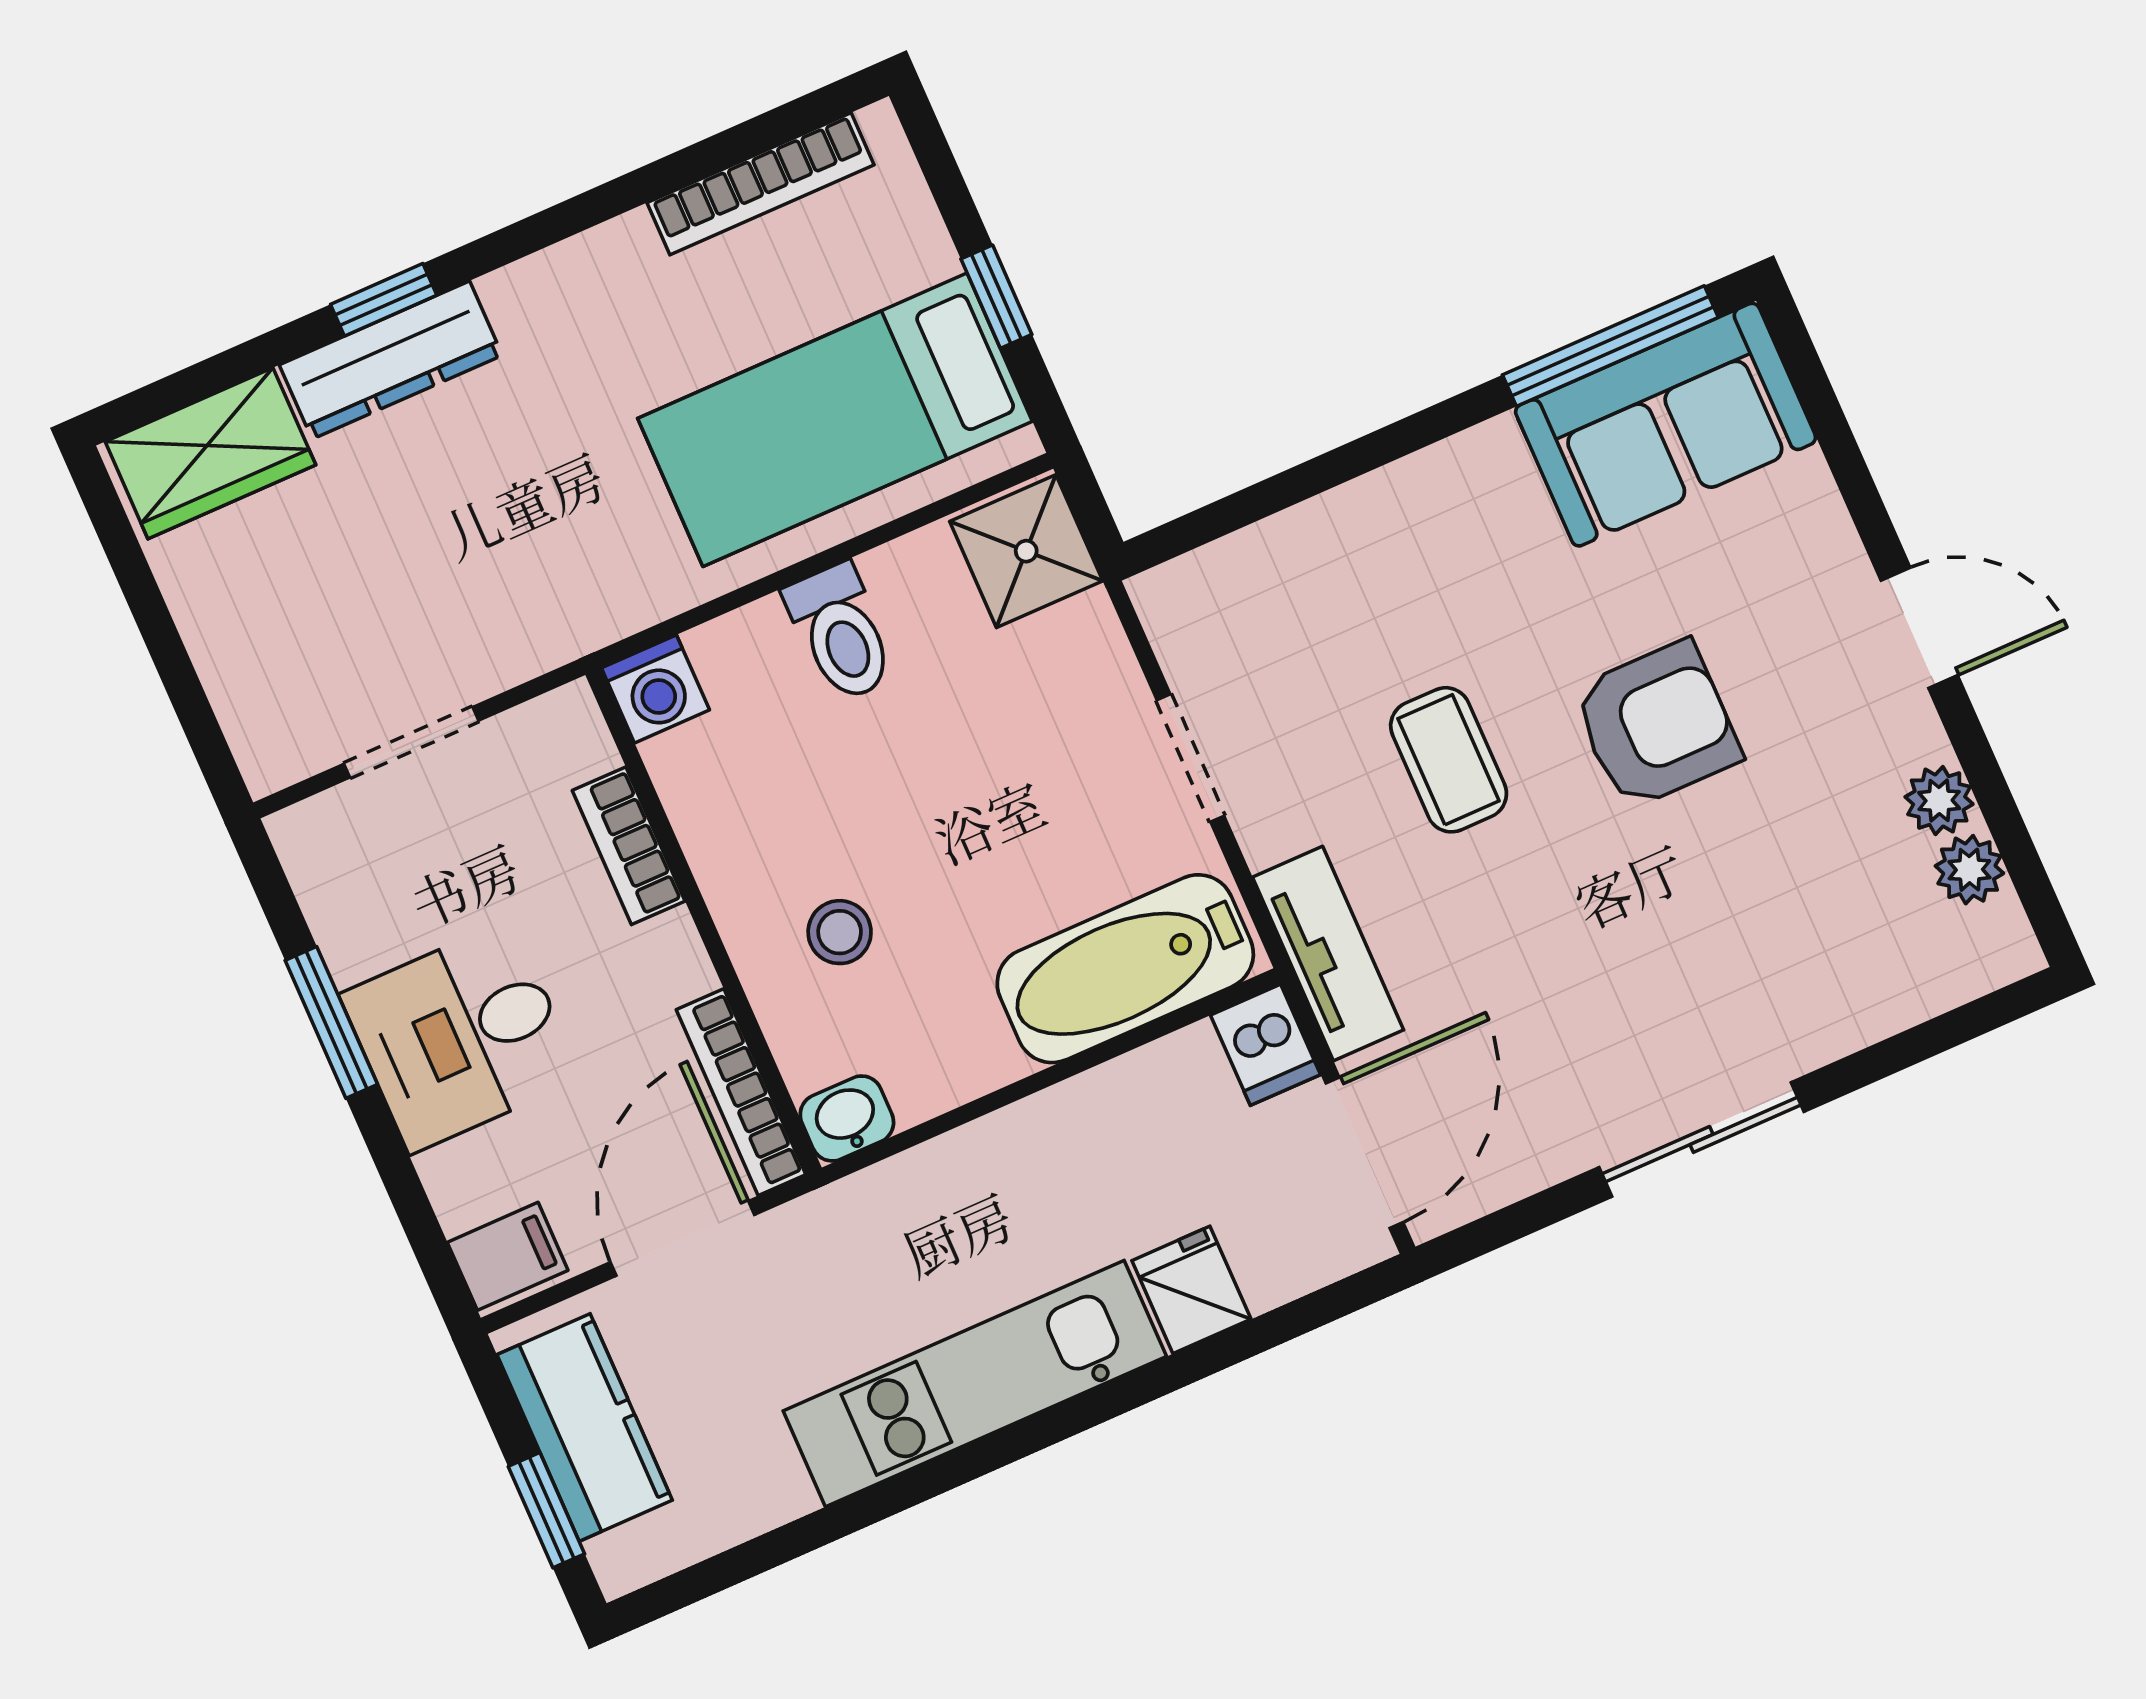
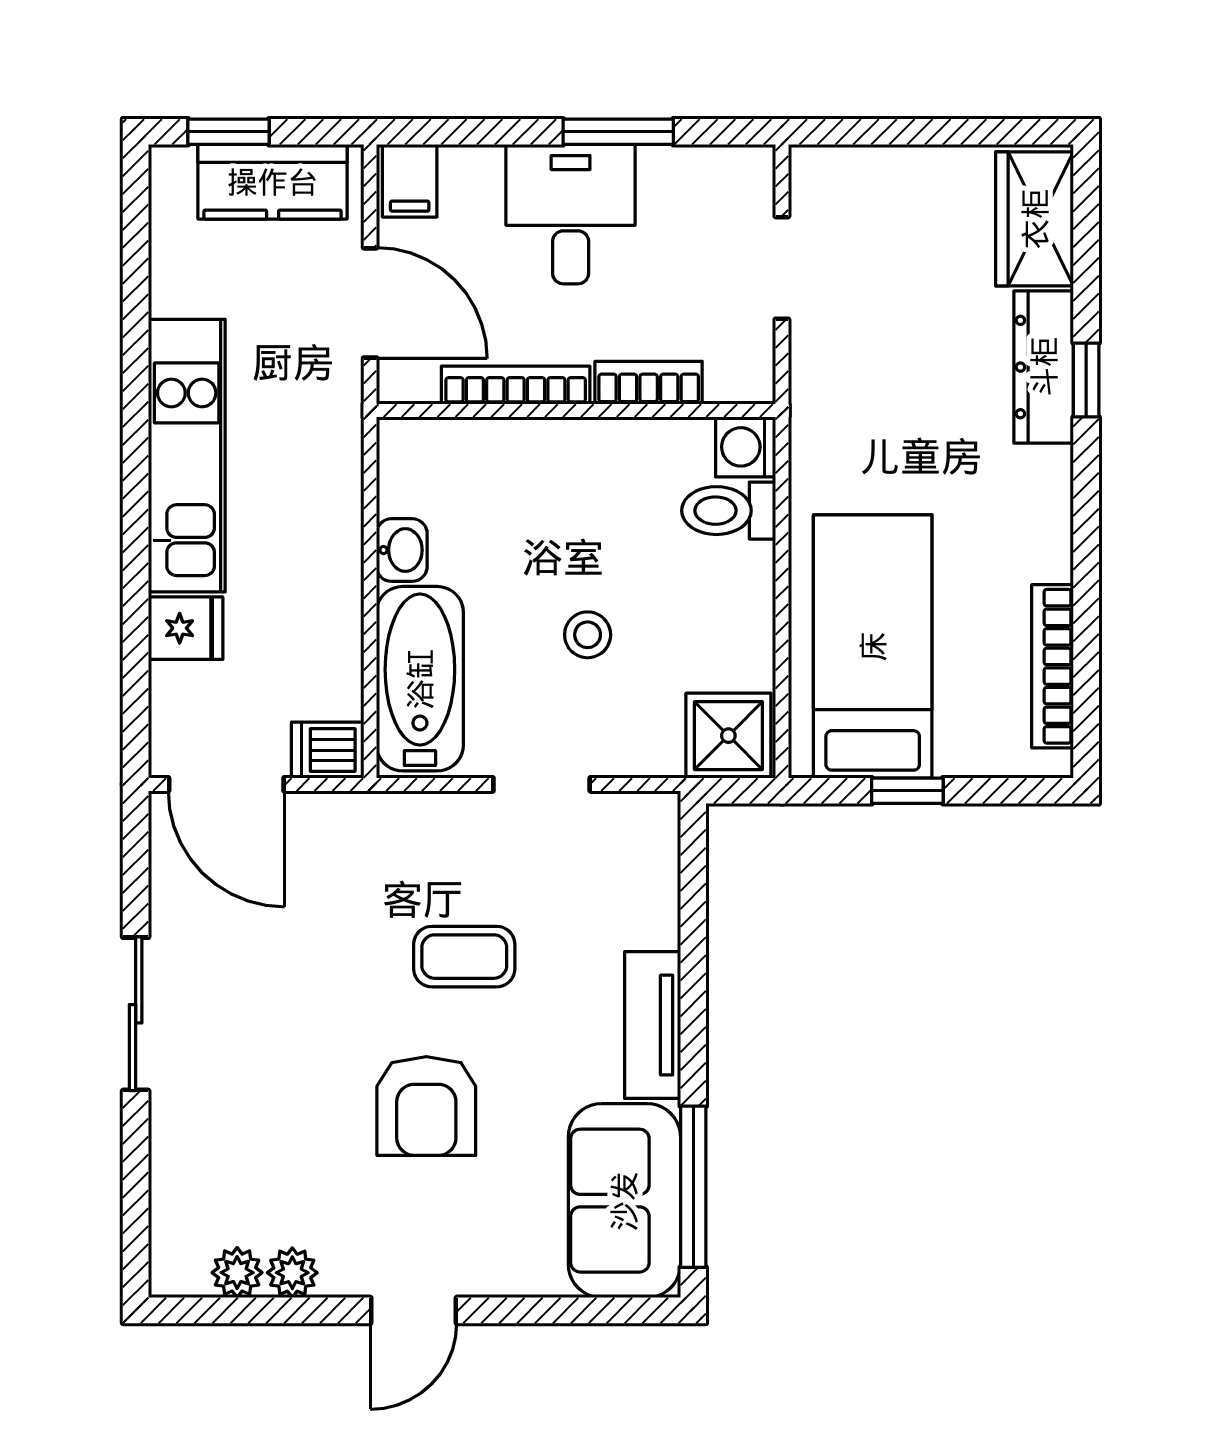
toilet: (841, 633) -> (729, 511), moved
stool: (840, 932) -> (588, 635), moved
tv unit: (1328, 954) -> (653, 1025), moved, turned 90
bookcase: (741, 1092) -> (516, 385), moved
washbasin: (847, 1118) -> (402, 550), moved

